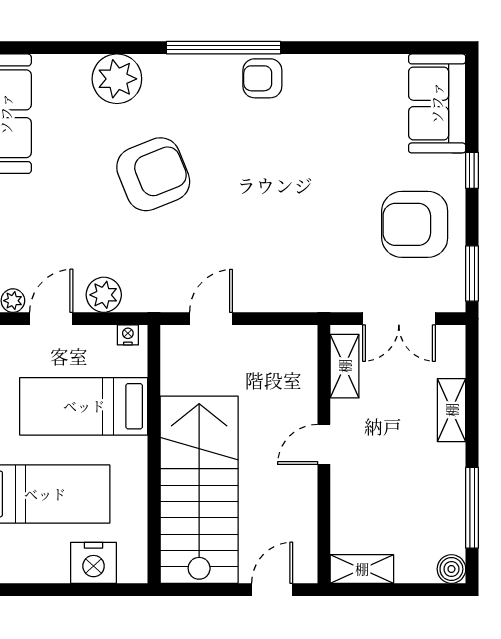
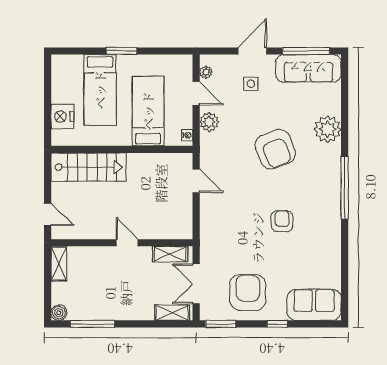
armchair: (262, 78) -> (282, 221), moved
side table: (34, 219) -> (251, 84), added
shelving: (452, 410) -> (172, 313), moved
stairs: (199, 490) -> (89, 167), width x0.73, depth x0.66

